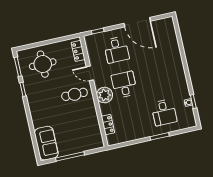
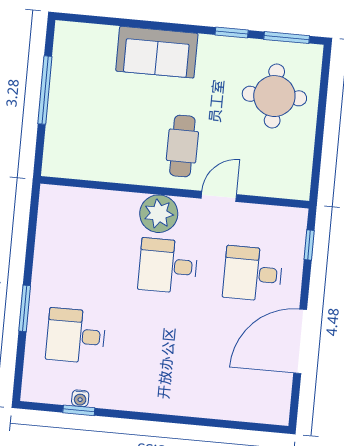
locker: (78, 51) -> (278, 186), removed
desk: (124, 85) -> (168, 266), turned 180
locker: (108, 125) -> (89, 200), removed
sofa: (46, 143) -> (157, 52), moved

